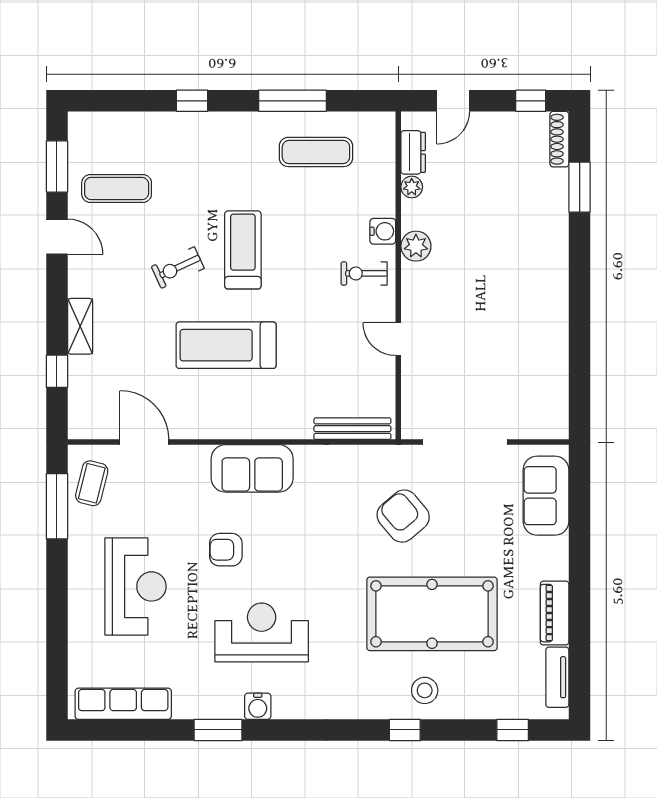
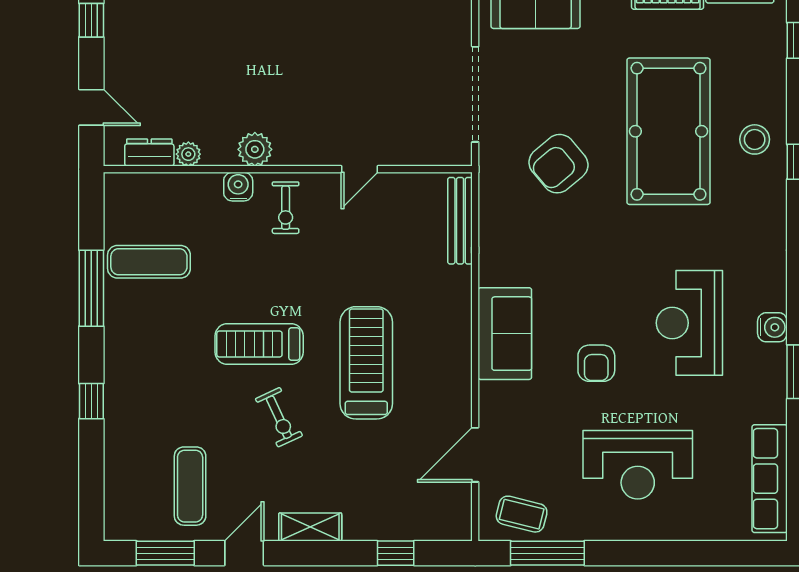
exercise mat: (316, 152) -> (149, 262), turned 90
shelving: (80, 326) -> (310, 527), moved
treadmill: (226, 345) -> (366, 363), turned 180
reception desk: (136, 586) -> (638, 465), turned 180

